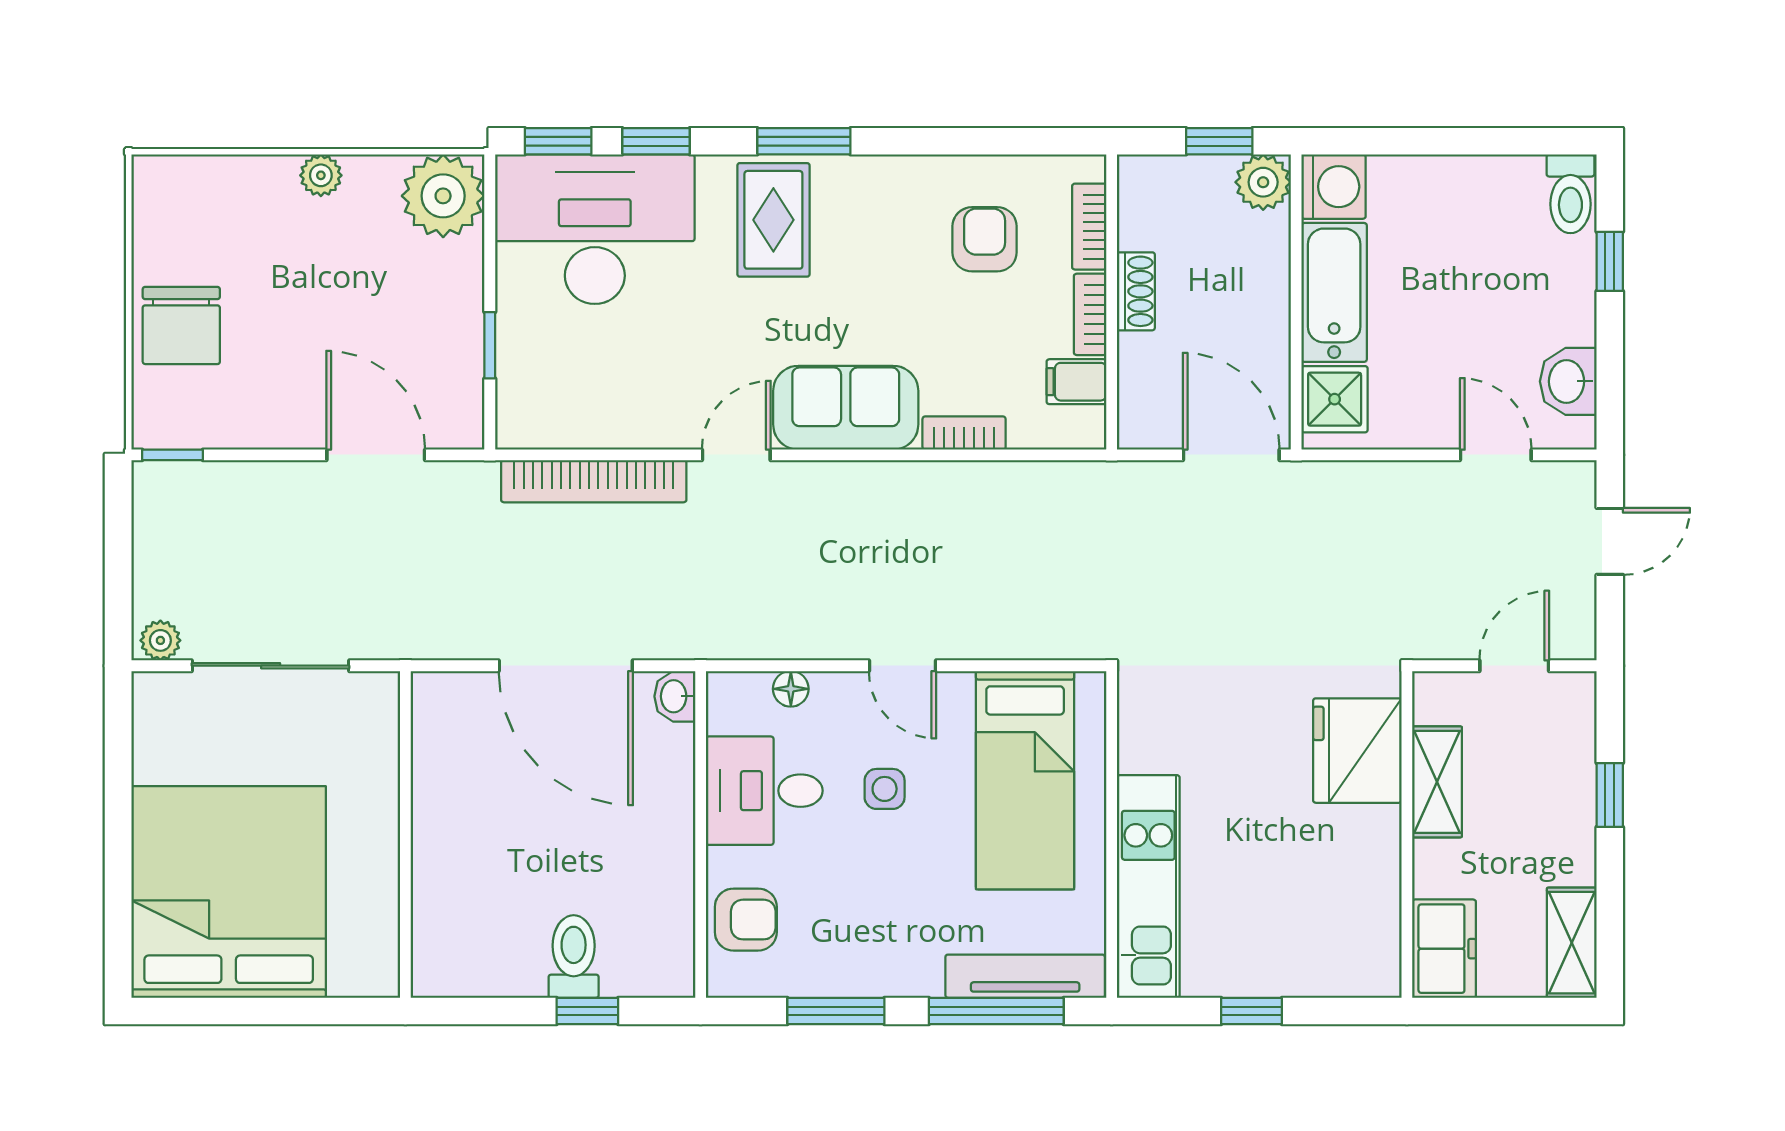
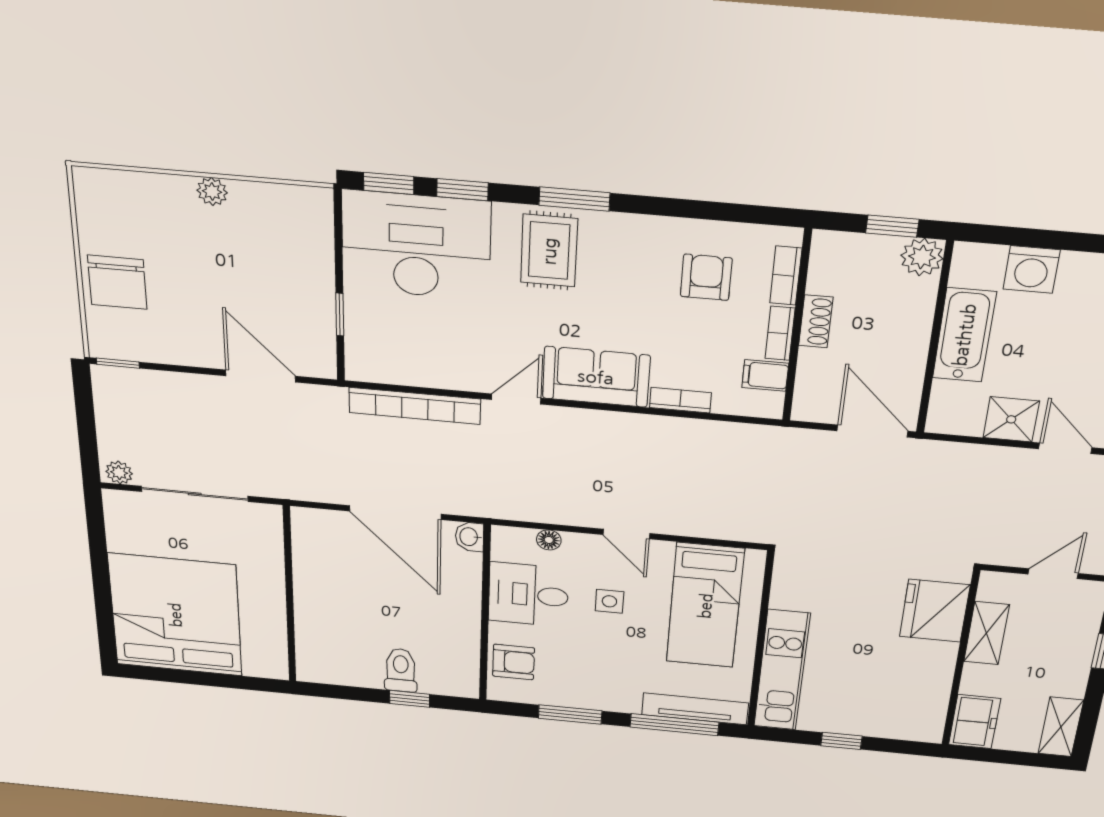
washing machine: (1334, 187) -> (1032, 269), moved, turned 90
plant: (443, 196) -> (303, 213), removed
shower: (1335, 399) -> (1011, 419), moved

